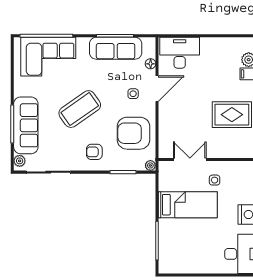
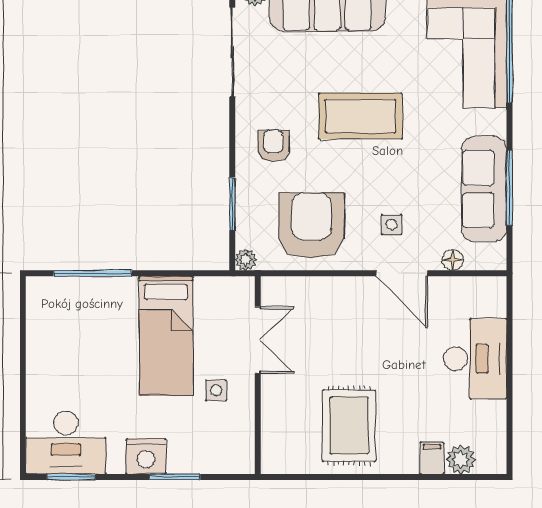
desk: (180, 53) -> (475, 359), moved
coffee table: (80, 109) -> (360, 116), turned -55

